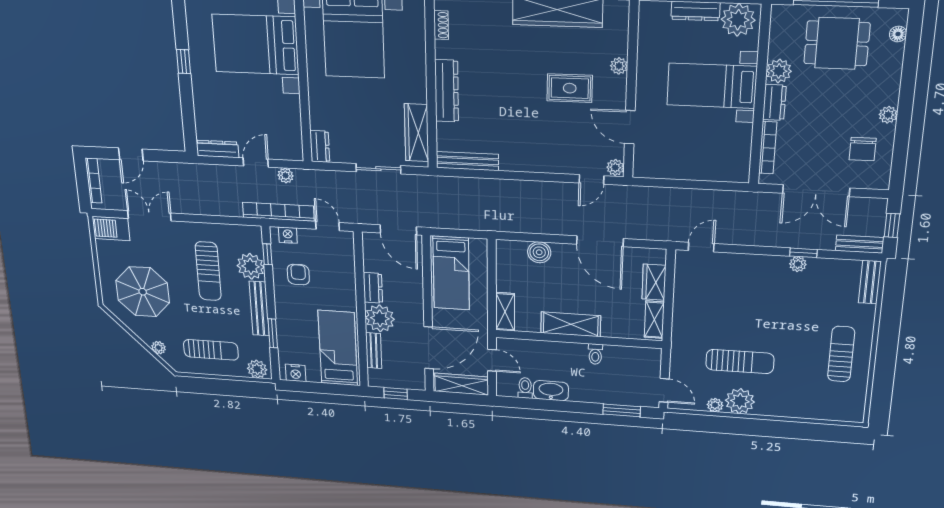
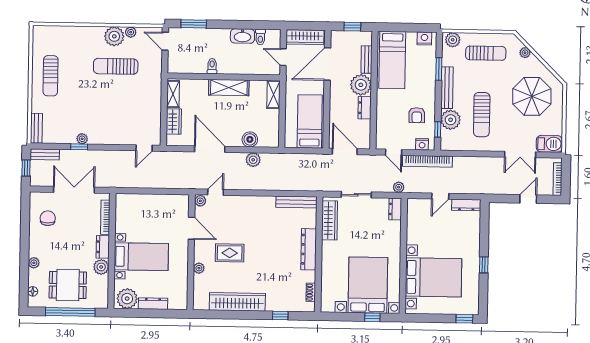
plant: (888, 115) -> (34, 263), moved
plant: (286, 176) -> (399, 187), moved
plant: (534, 224) -> (253, 160), added
sun lounger: (208, 271) -> (482, 115), turned 180
sun lounger: (211, 350) -> (486, 53), turned 180

